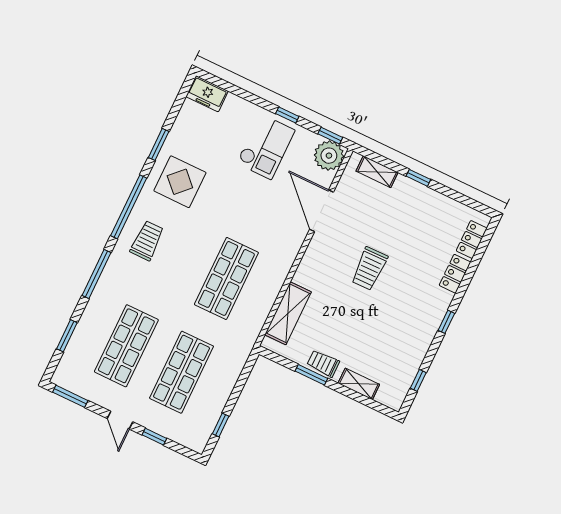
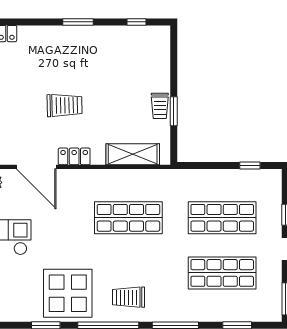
display table: (180, 182) -> (68, 293), width x1.36, depth x1.36
door: (322, 211) -> (36, 167), hinge flipped
locker: (455, 274) -> (74, 156), moved, turned 180
window: (446, 322) -> (78, 22), width x1.50
shelving: (359, 384) -> (163, 69), removed

